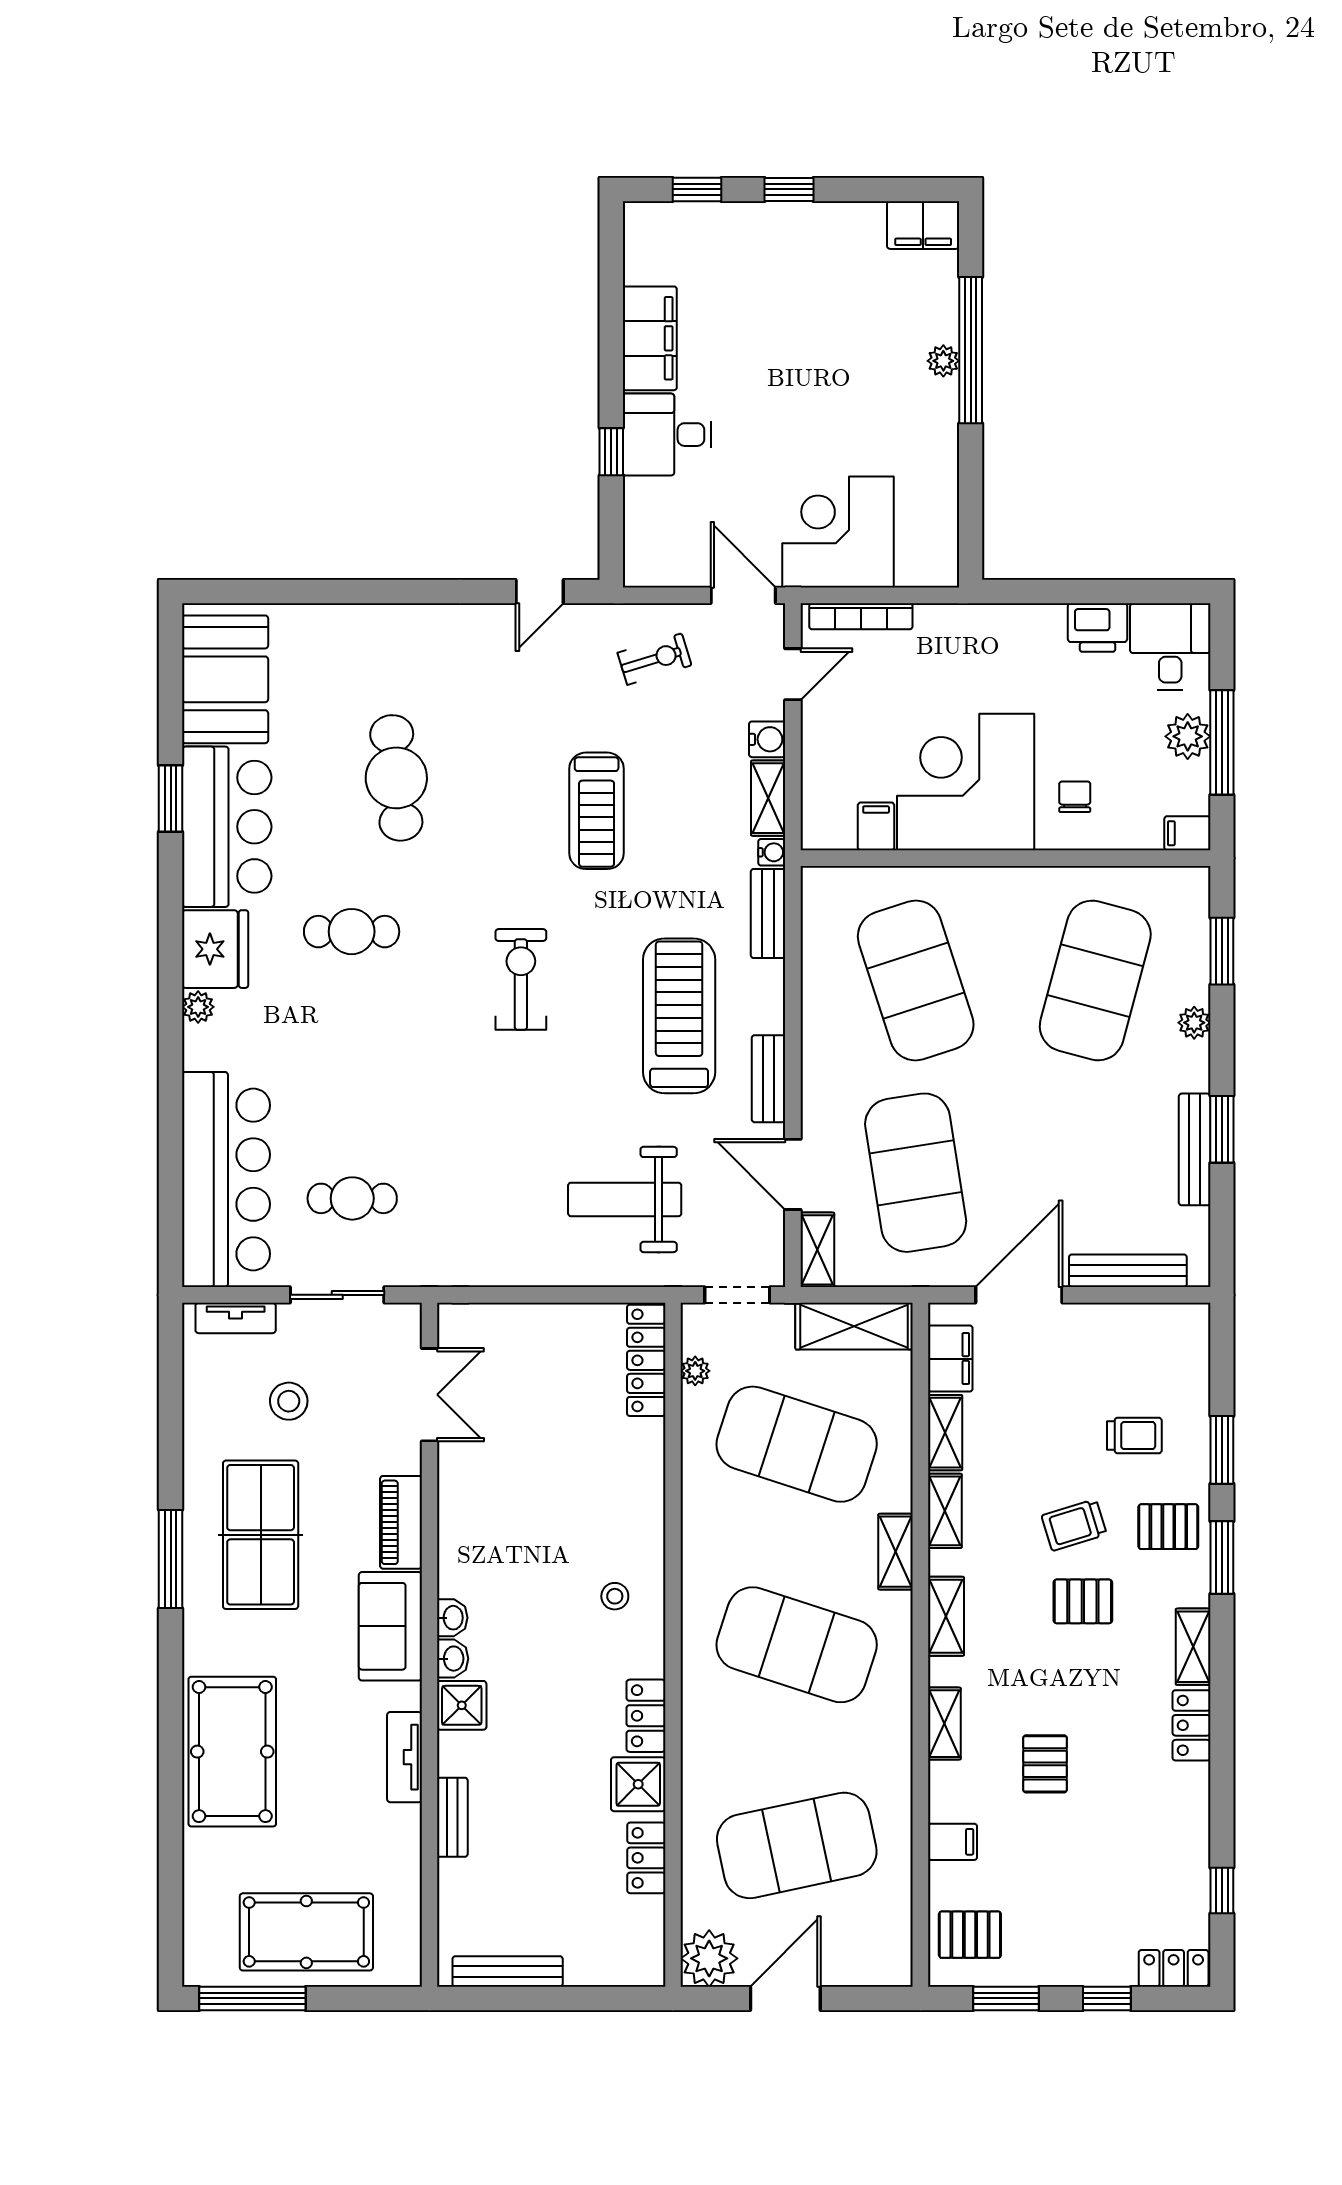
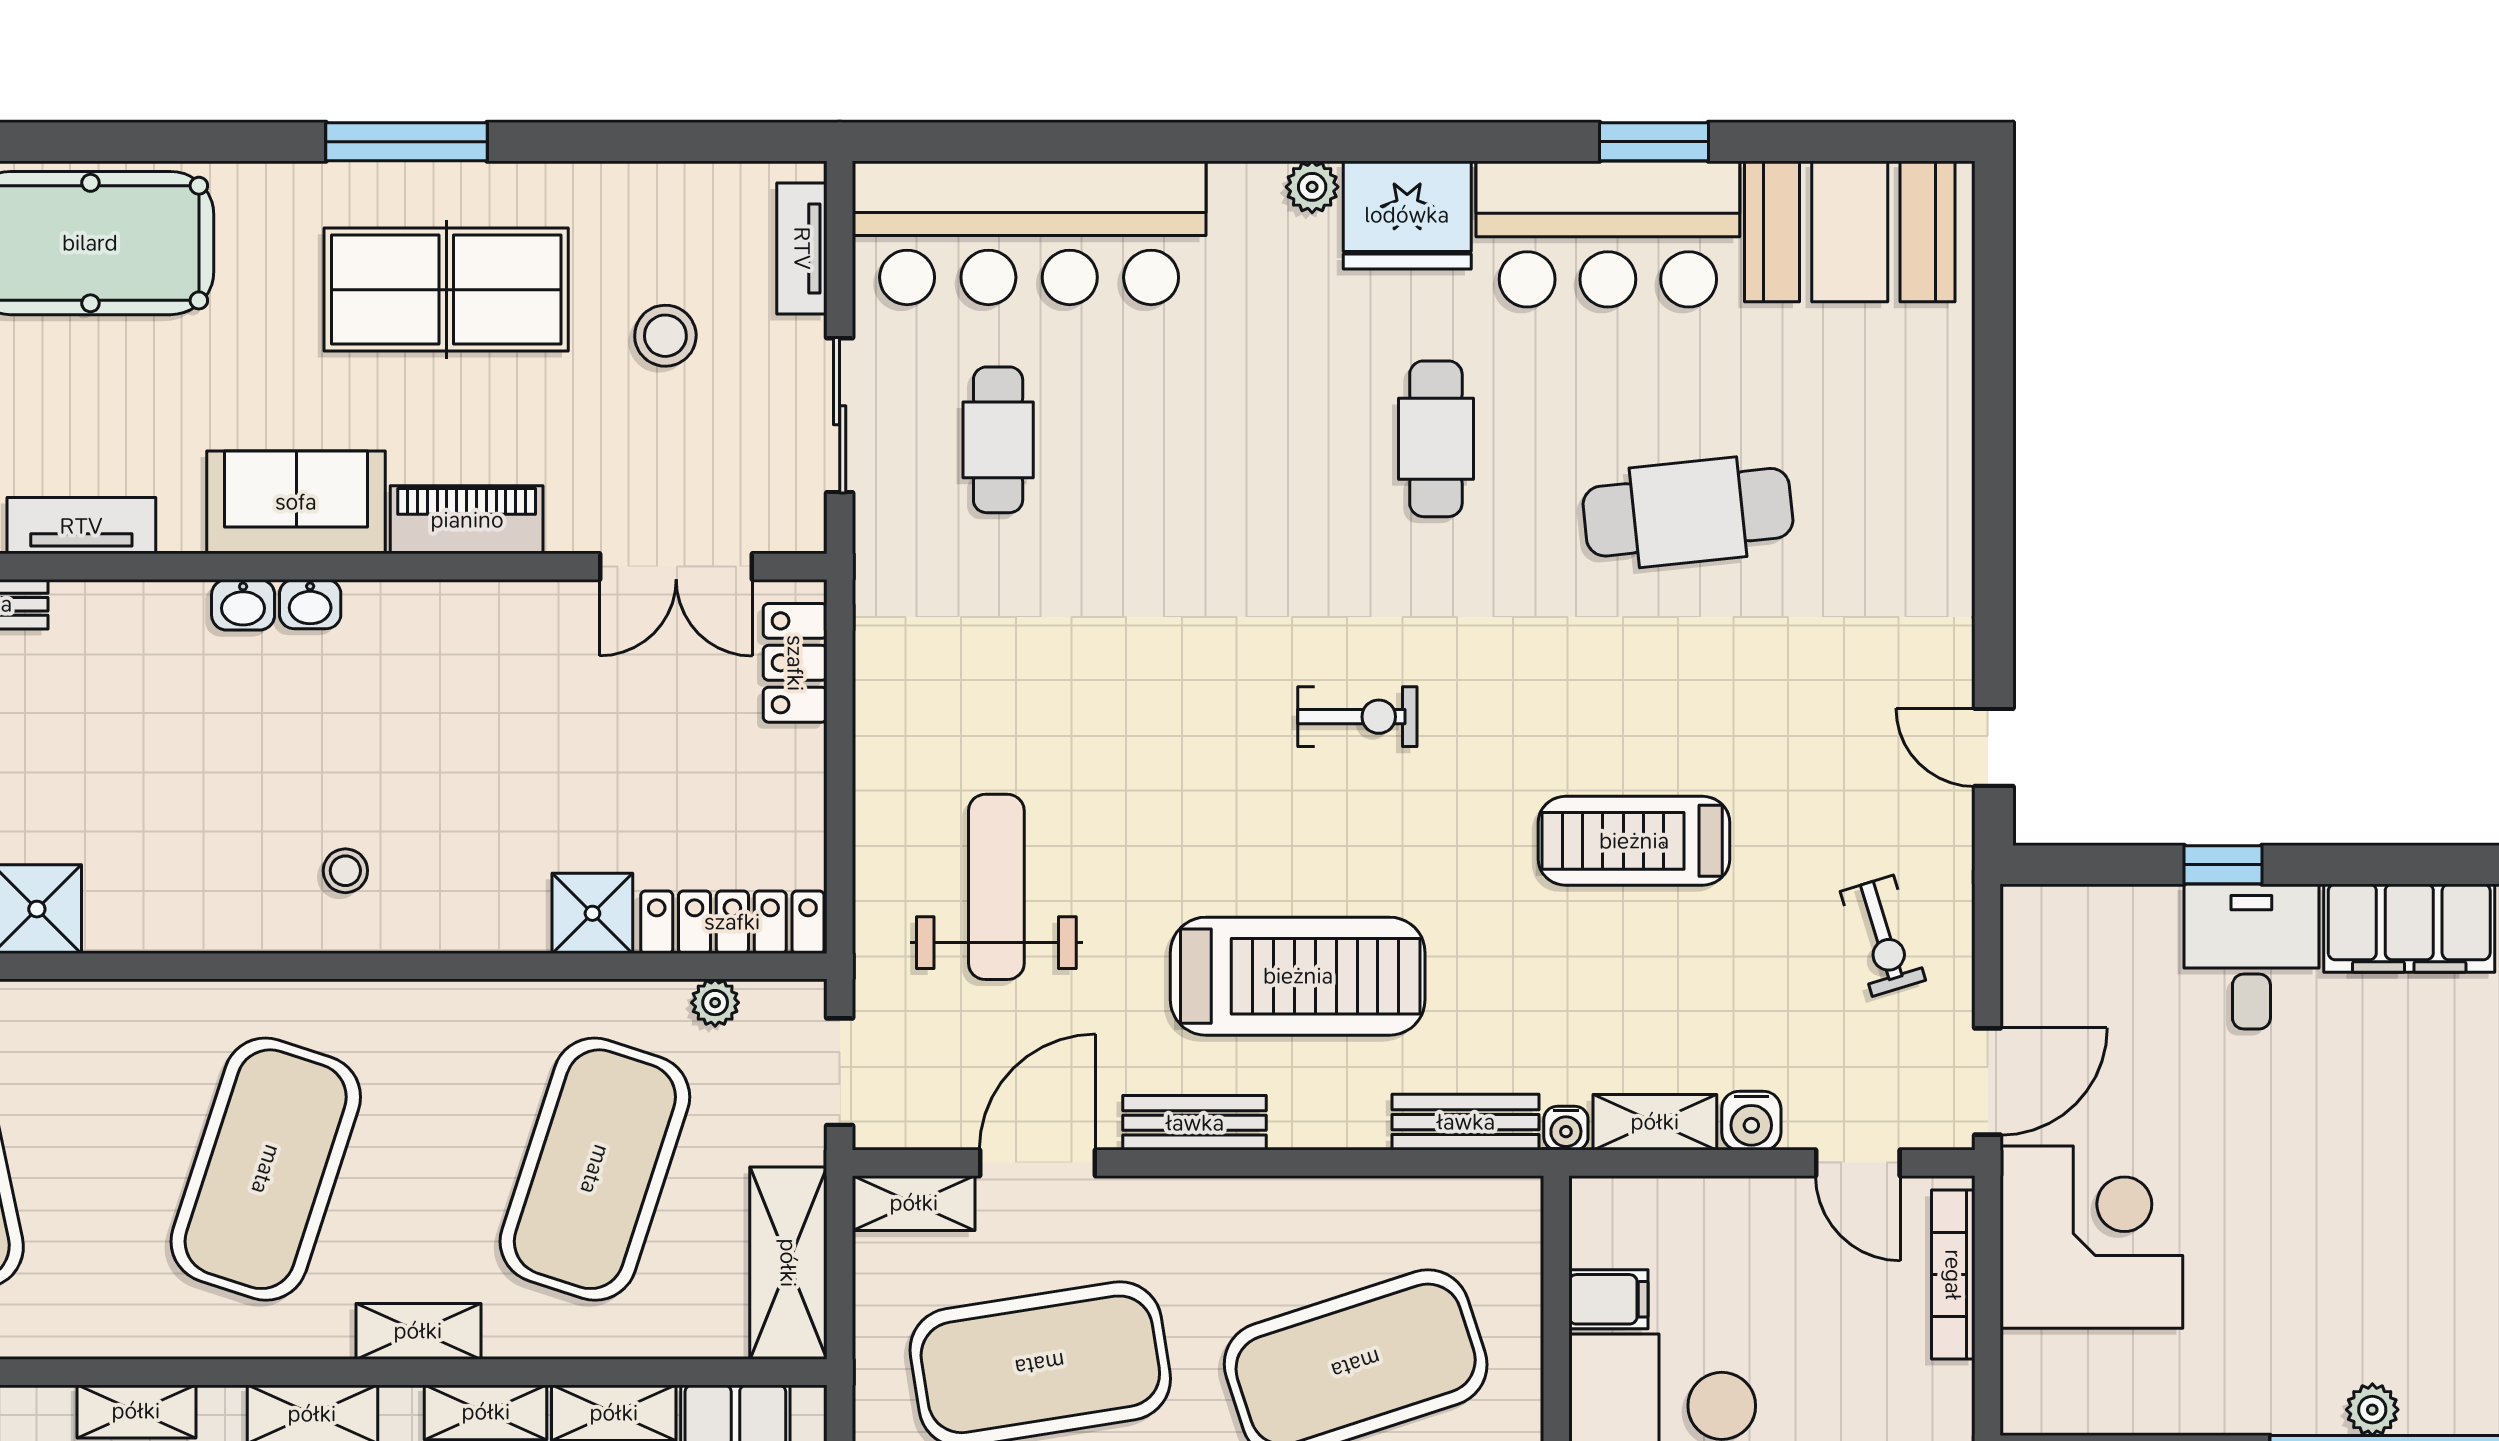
exercise bike: (521, 979) -> (1357, 717), width x0.73, depth x0.72
shower: (462, 1705) -> (592, 913), moved
locker: (646, 1716) -> (795, 663), moved, turned -90

